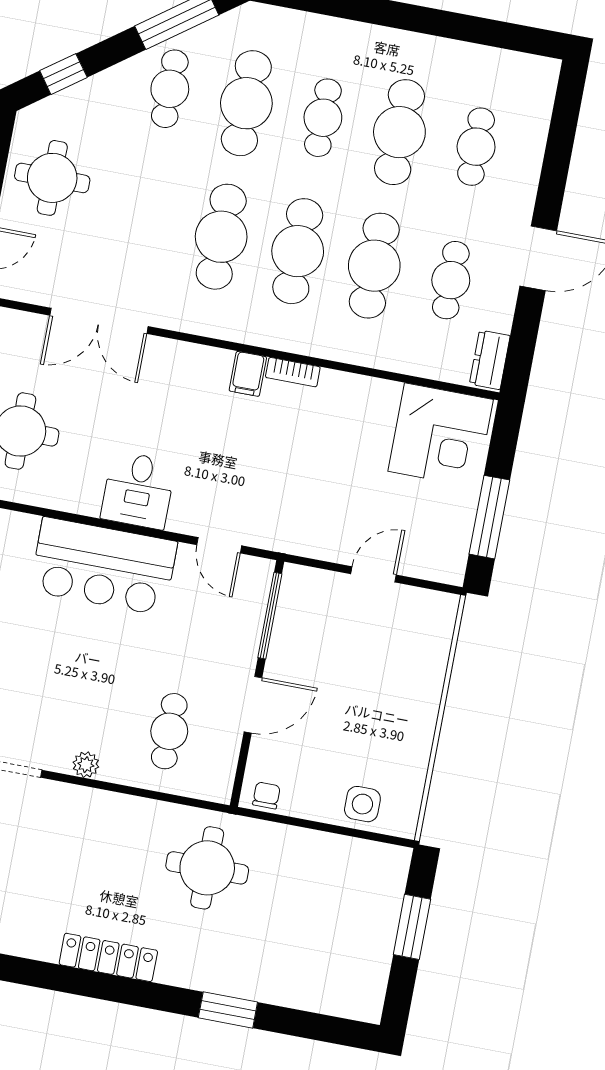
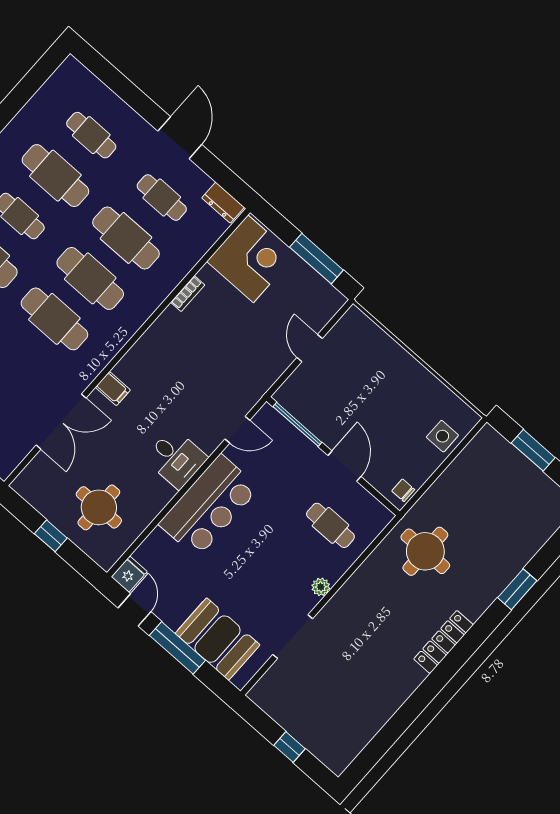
bookcase: (293, 372) -> (188, 294), moved
filing cabinet: (248, 374) -> (113, 389), moved

